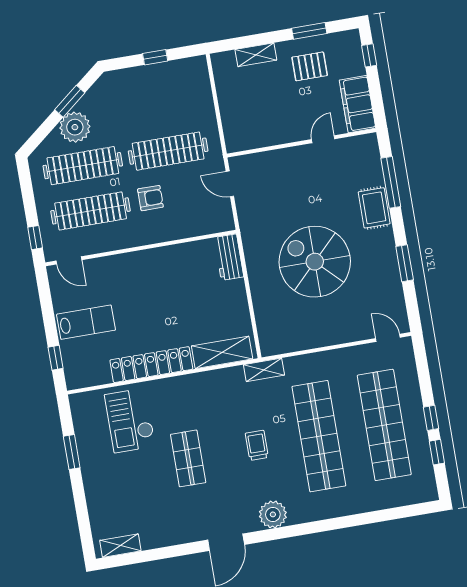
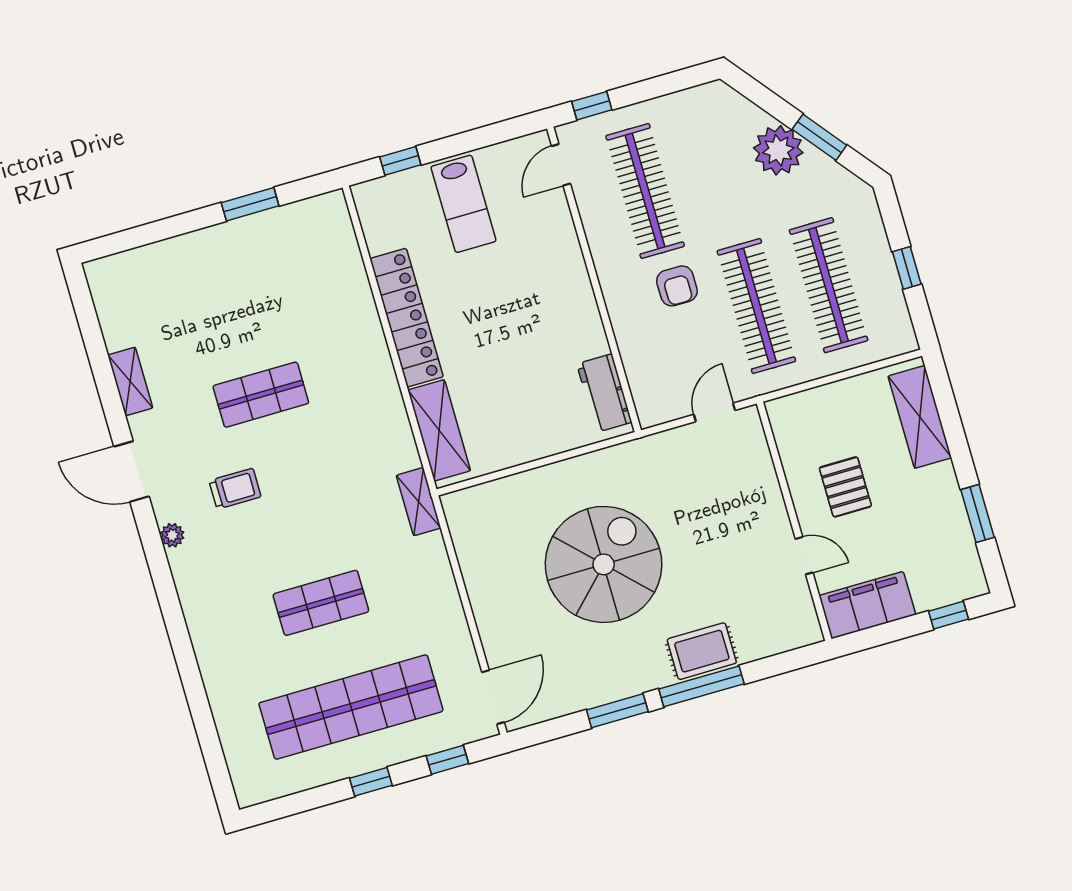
shelving: (256, 55) -> (920, 417), width x1.50, depth x1.33
pallet: (310, 66) -> (845, 487), moved
clothes rail: (83, 166) -> (829, 285), moved
window: (391, 182) -> (701, 686), moved
workbench: (229, 257) -> (604, 393), moved, turned -90
door: (388, 338) -> (493, 697), width x1.38
checkout: (130, 420) -> (312, 293), removed
shop shelf: (319, 436) -> (321, 603), width x0.50, depth x0.74
trolley: (257, 445) -> (235, 489), moved
window: (437, 452) -> (447, 760), moved
plant: (273, 514) -> (172, 535), width x0.53, depth x0.53
shelving: (120, 546) -> (130, 381), moved

